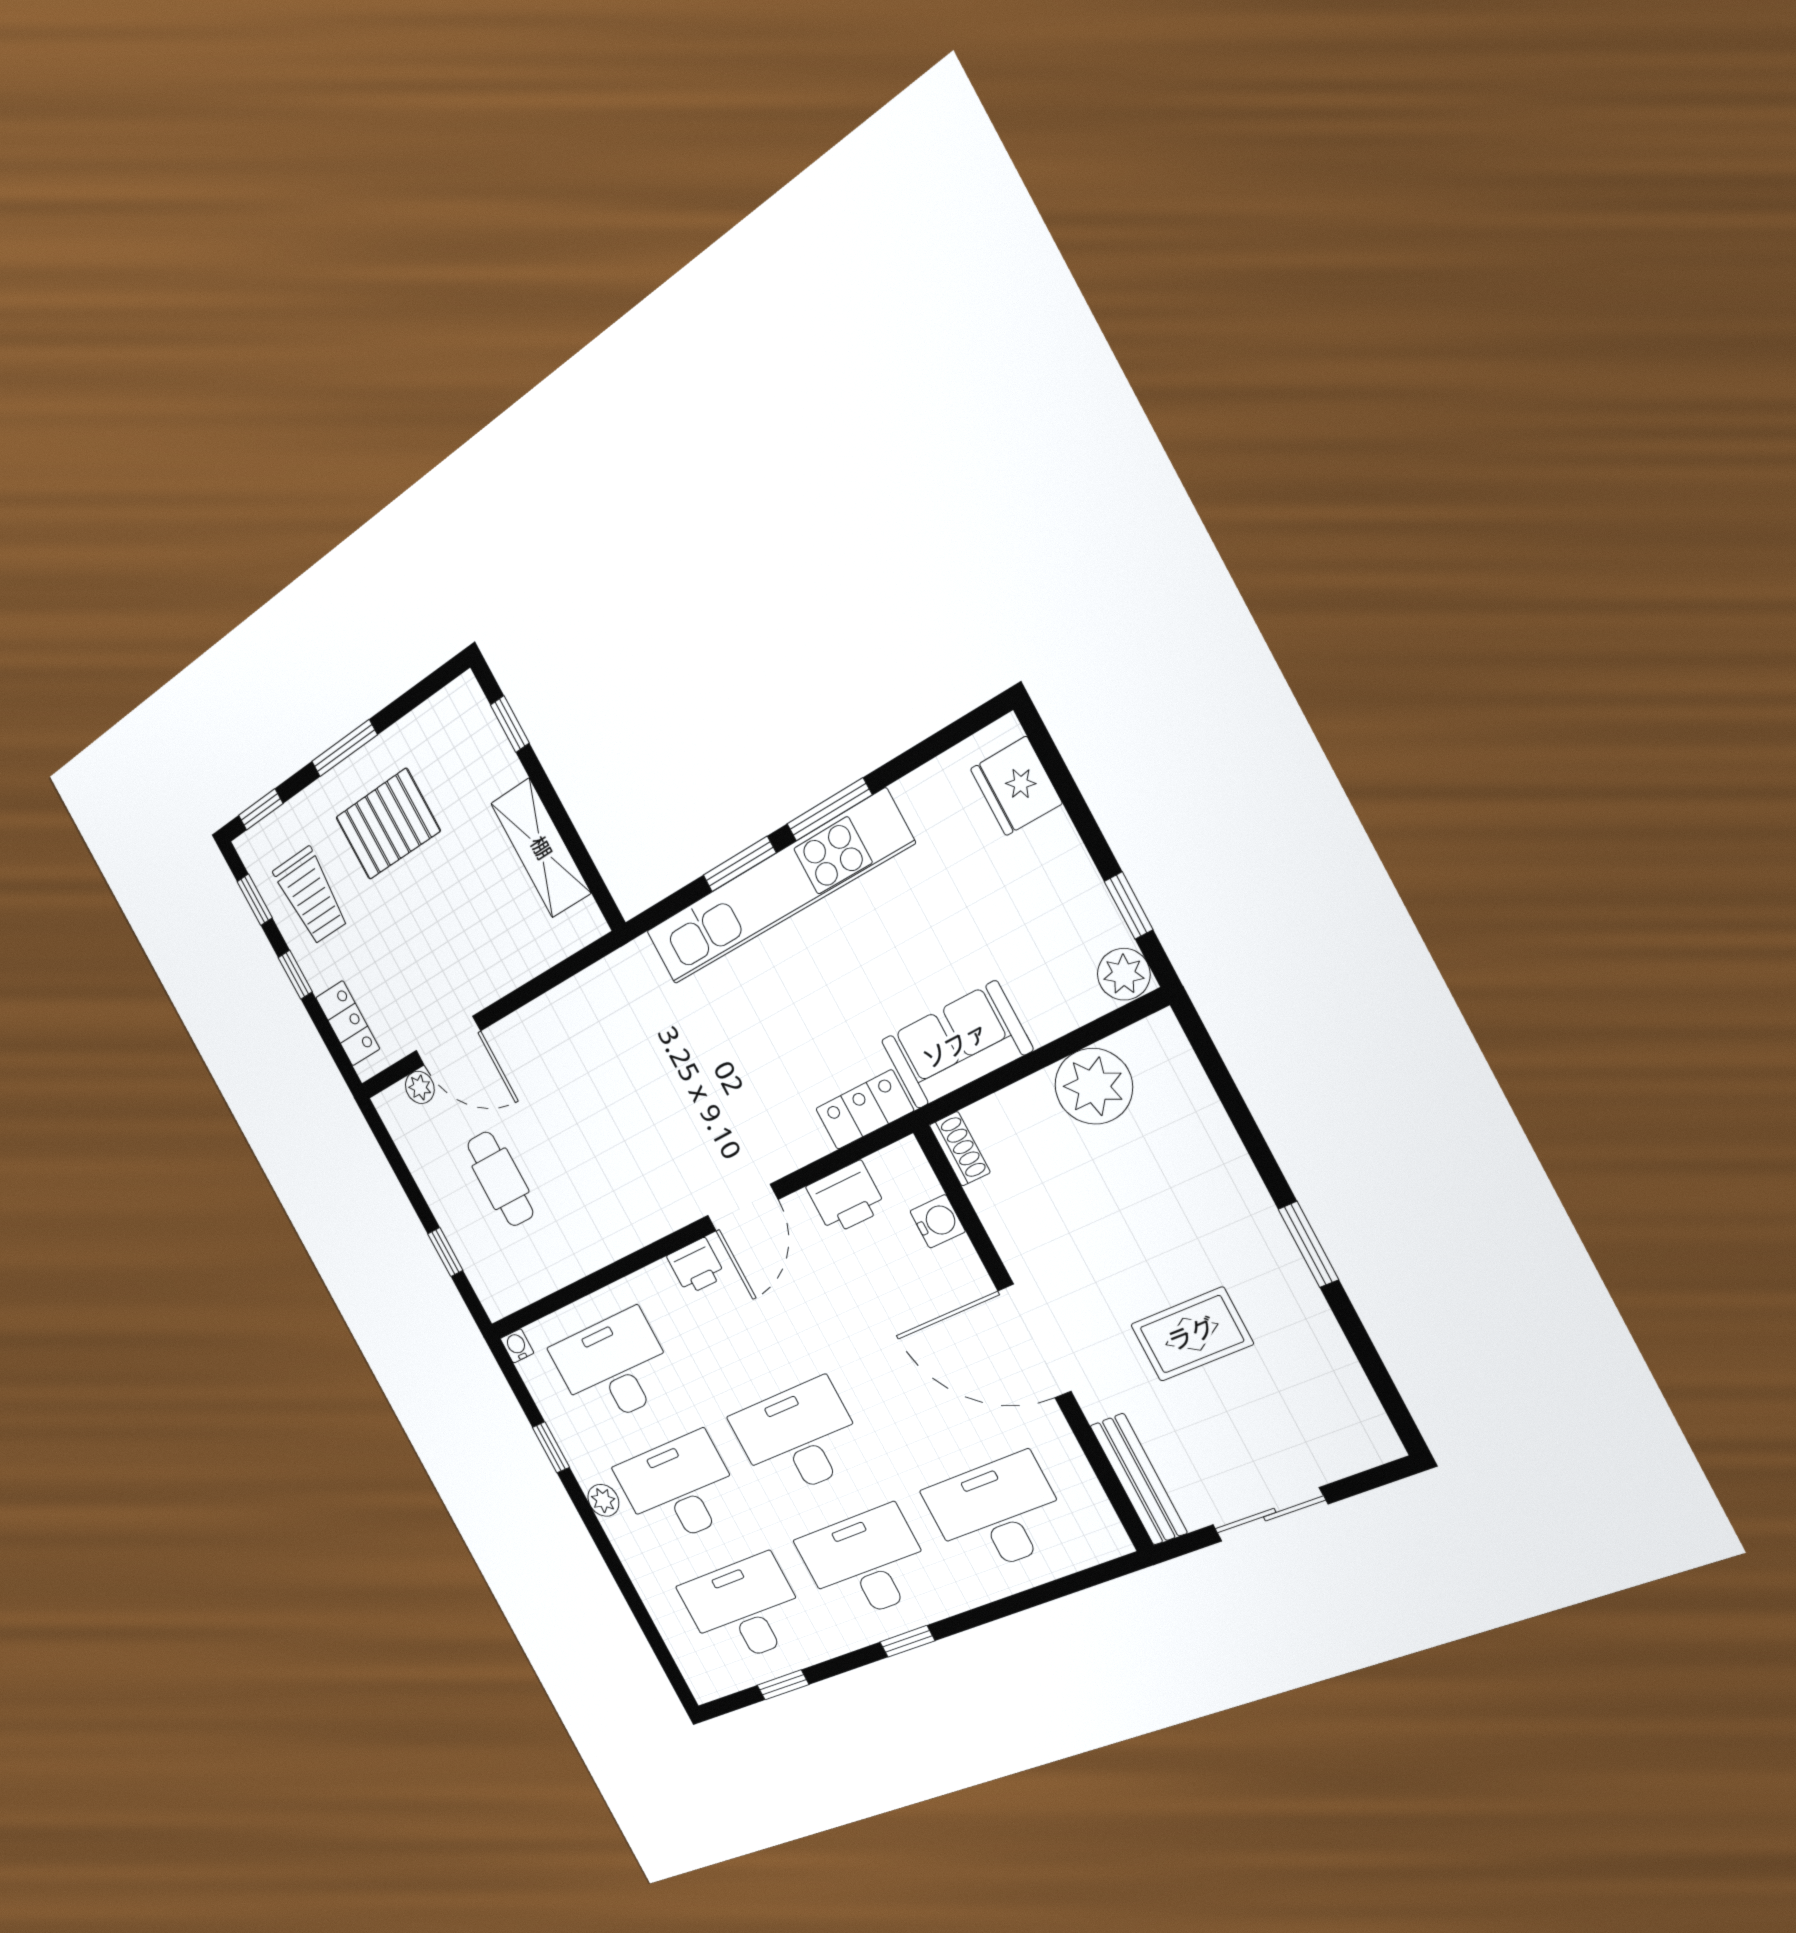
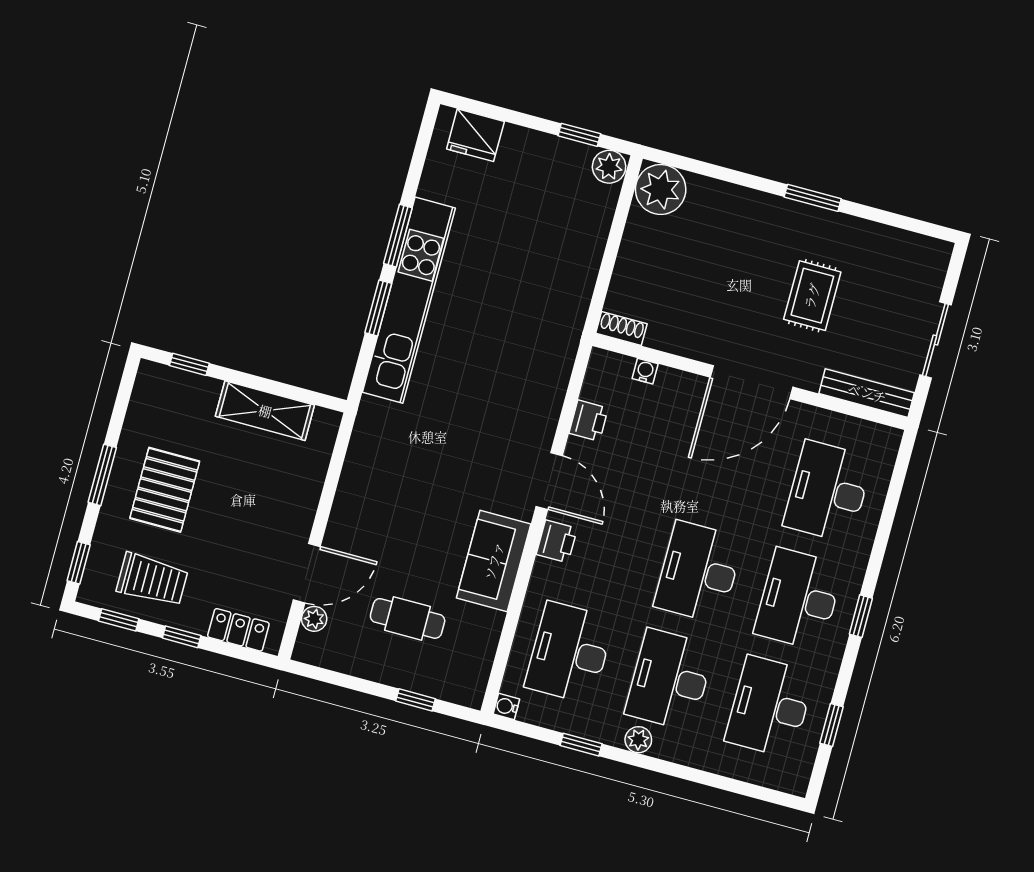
sofa: (956, 1045) -> (494, 561), moved
plant: (1094, 1086) -> (661, 189), moved
locker: (865, 1110) -> (558, 361), removed
printer: (846, 1198) -> (589, 421), width x0.73, depth x0.81
water cooler: (938, 1221) -> (645, 371), width x0.72, depth x0.72

